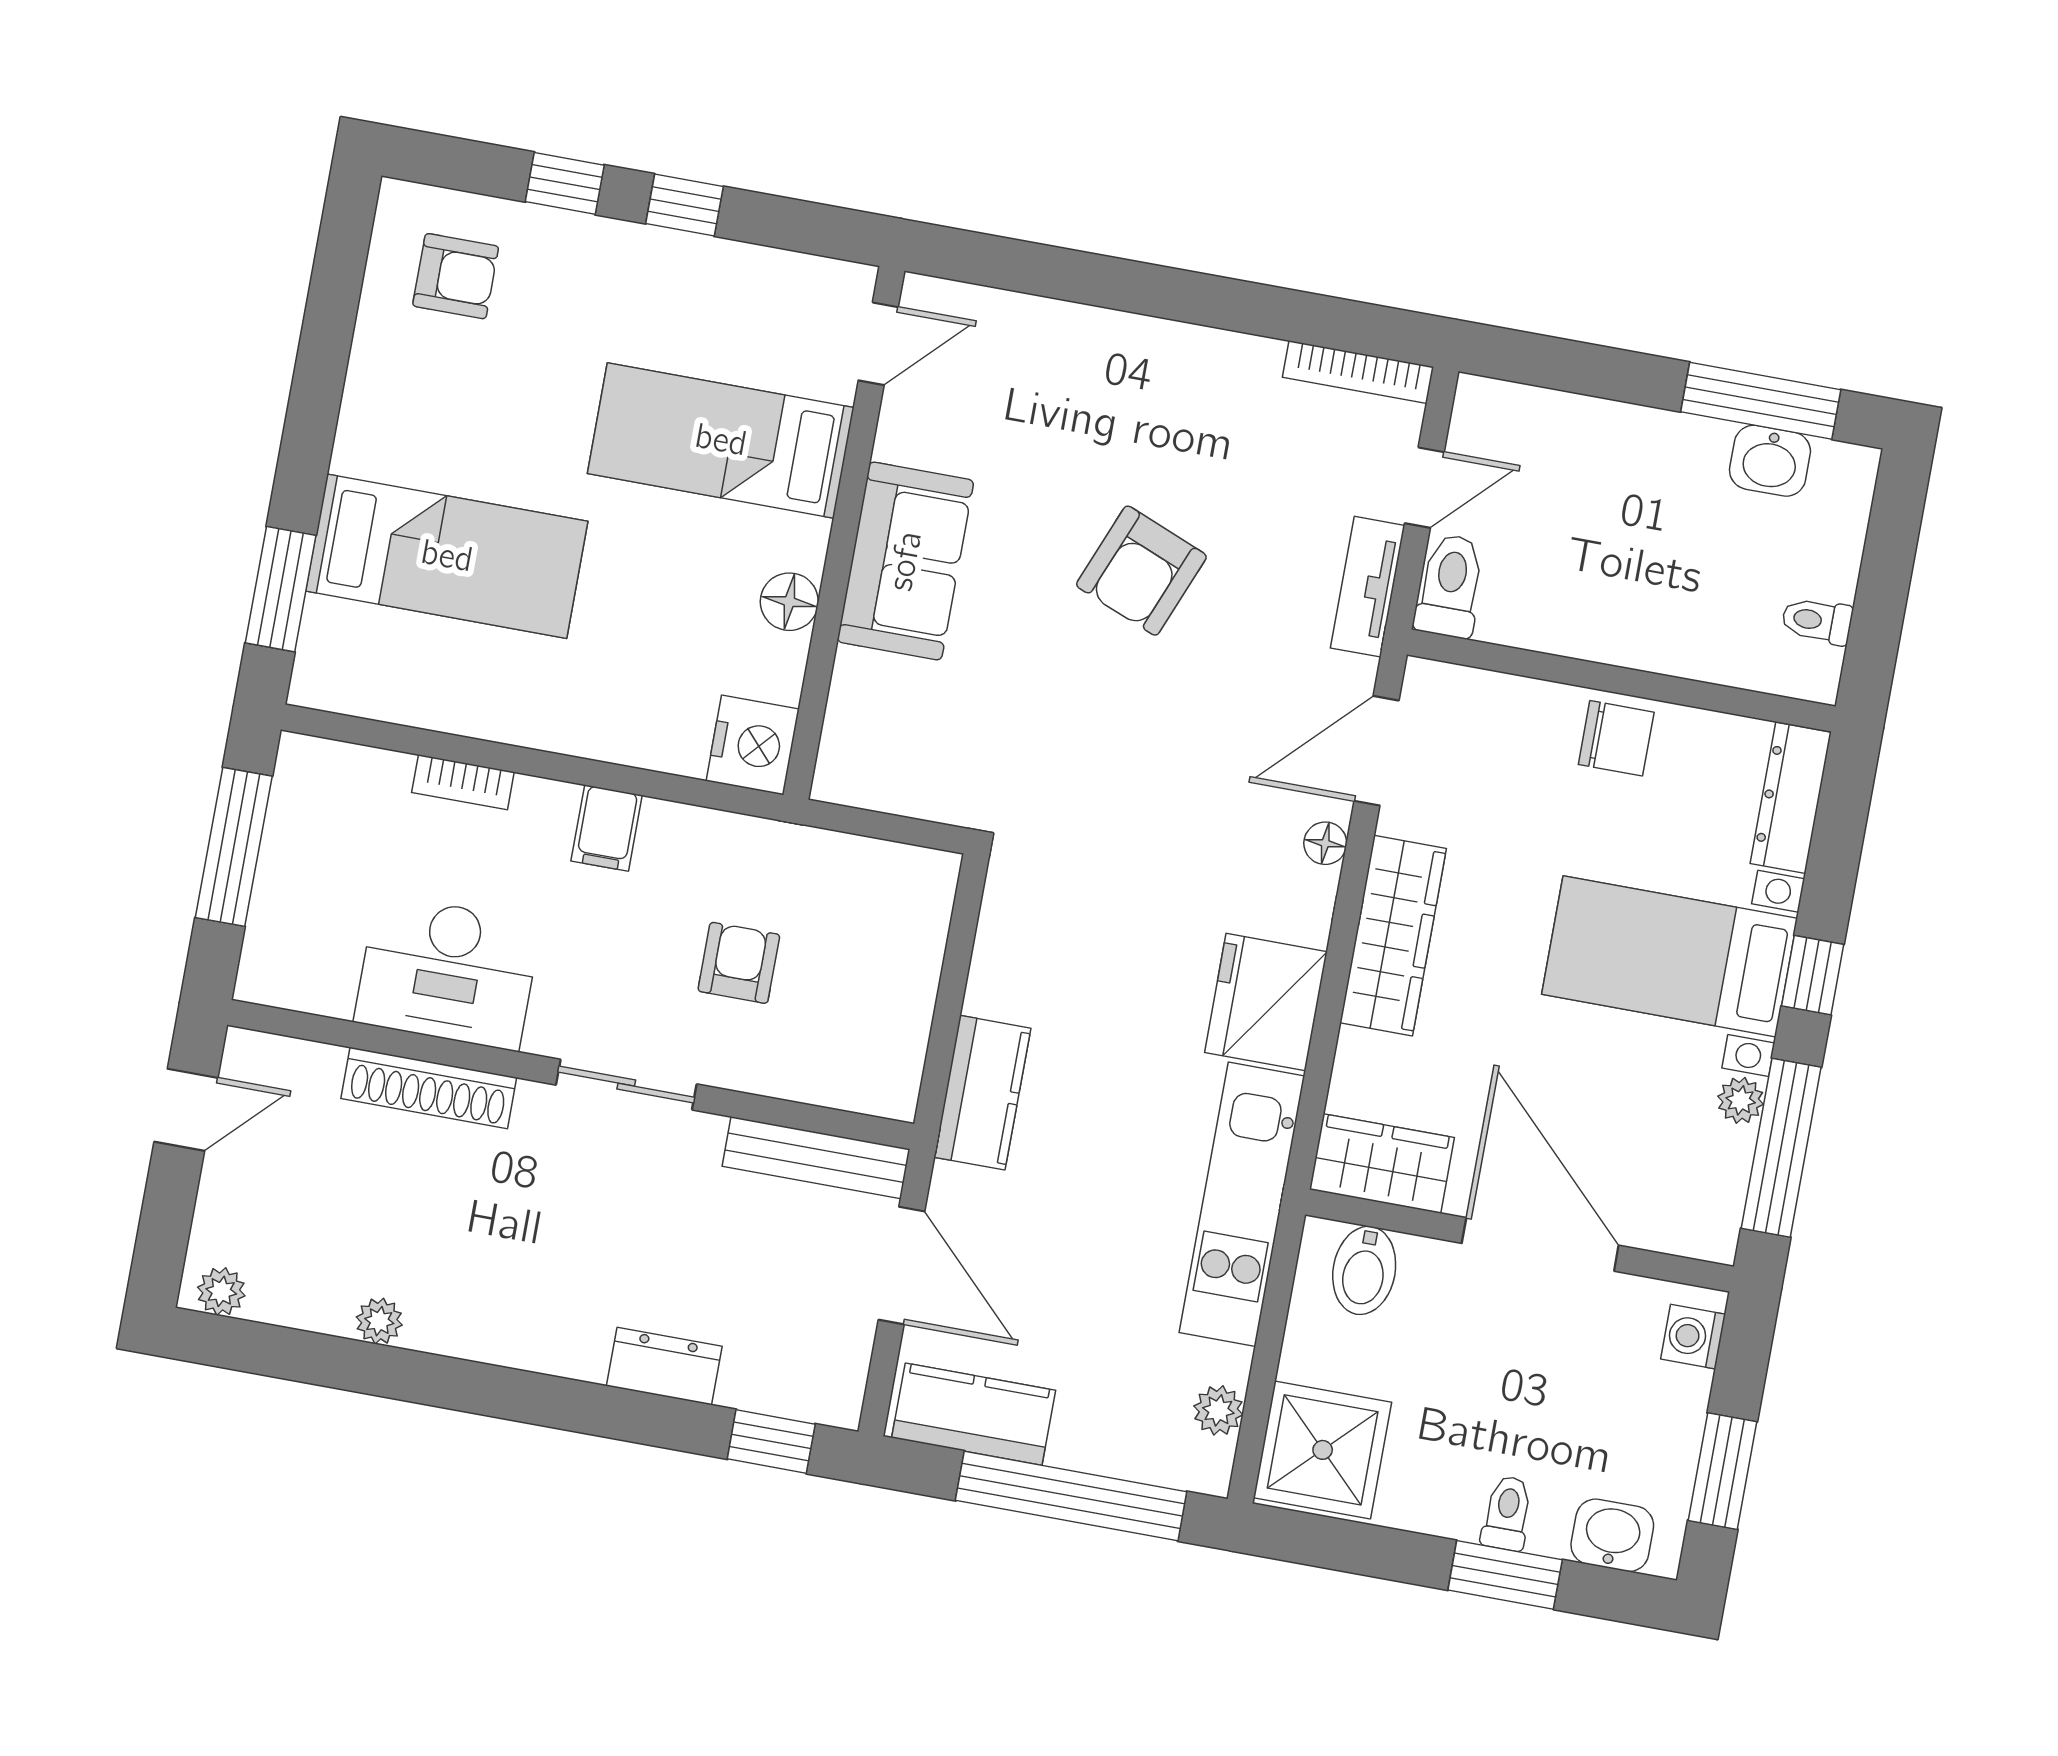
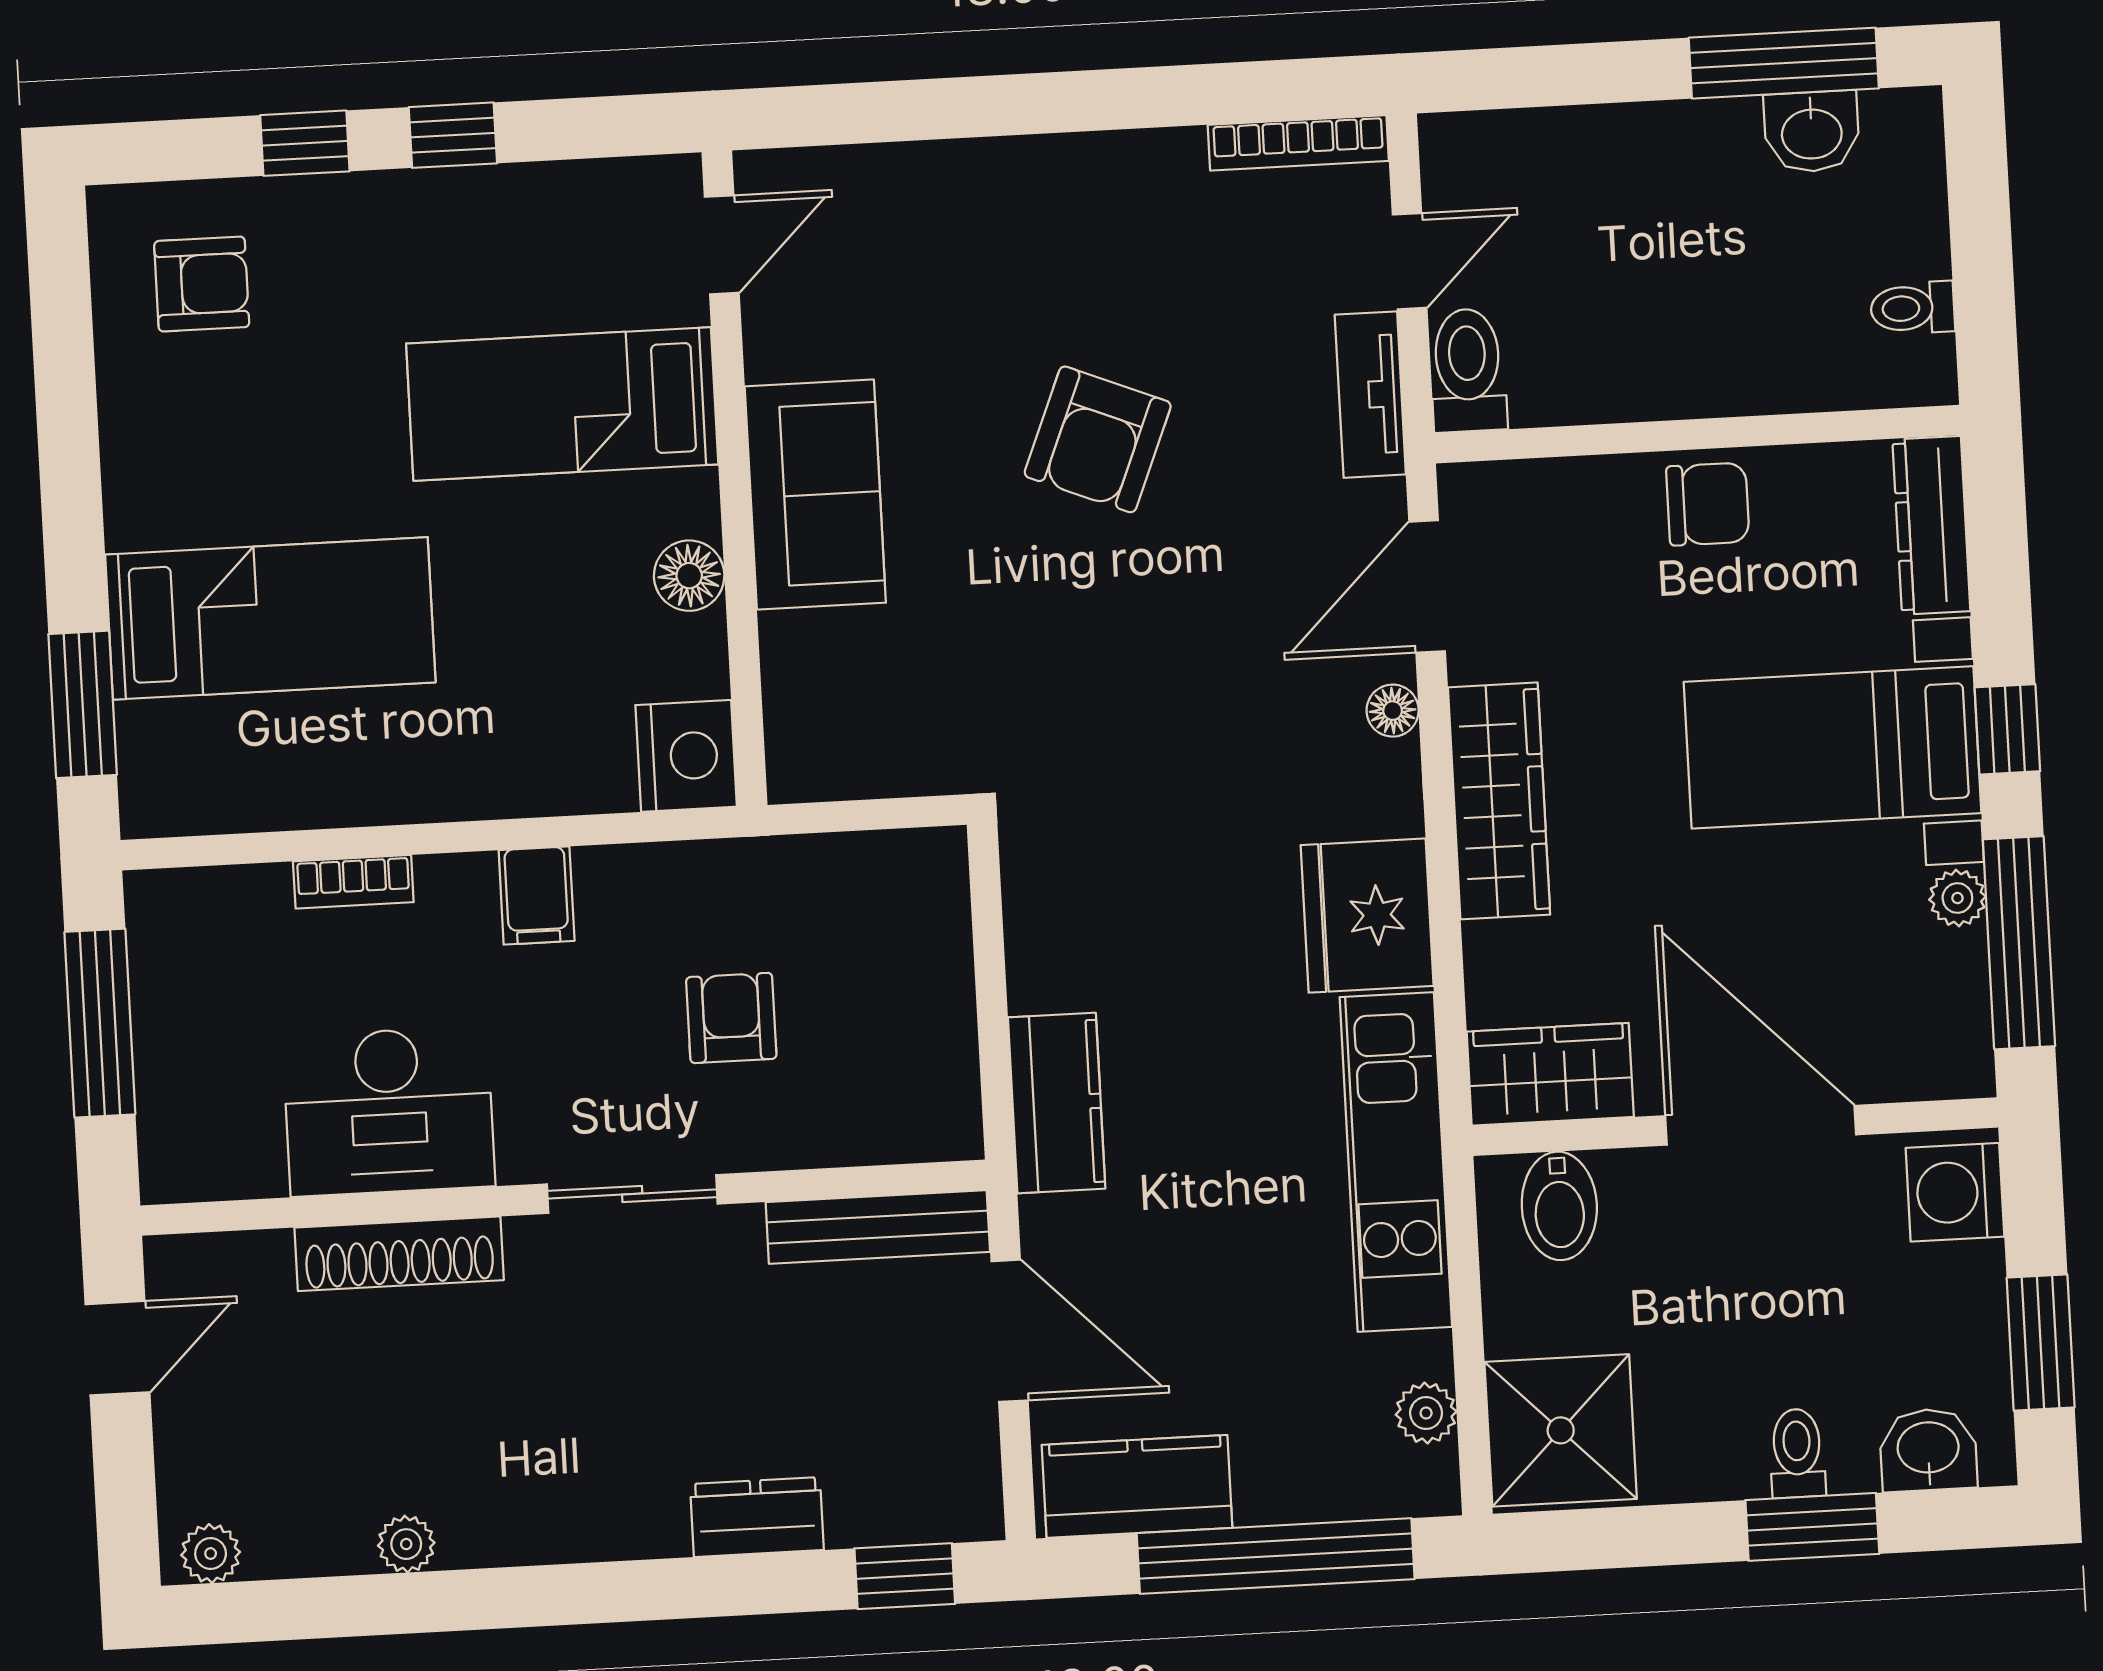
washing machine: (1693, 1337) -> (1955, 1192), width x1.38, depth x1.38

